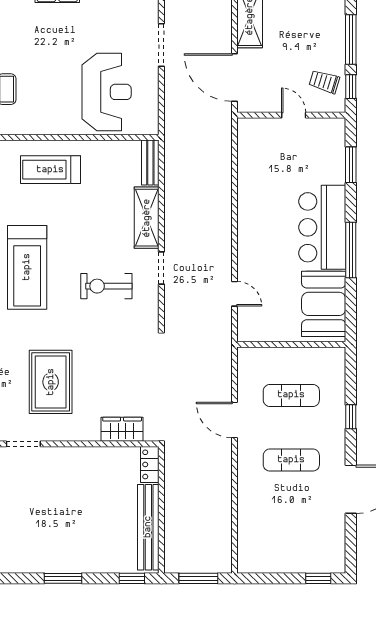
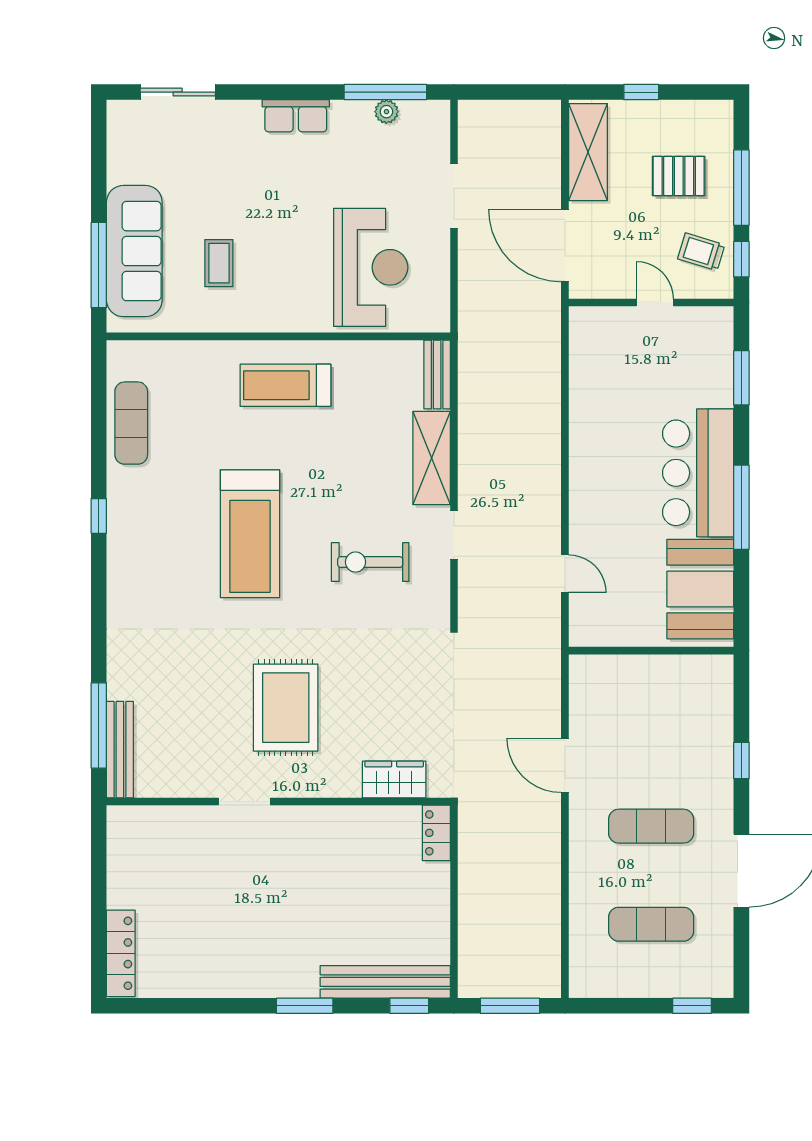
pallet: (309, 32) -> (679, 176), added
exercise mat: (291, 395) -> (651, 924), moved
bench: (148, 527) -> (385, 982), moved, turned 90

